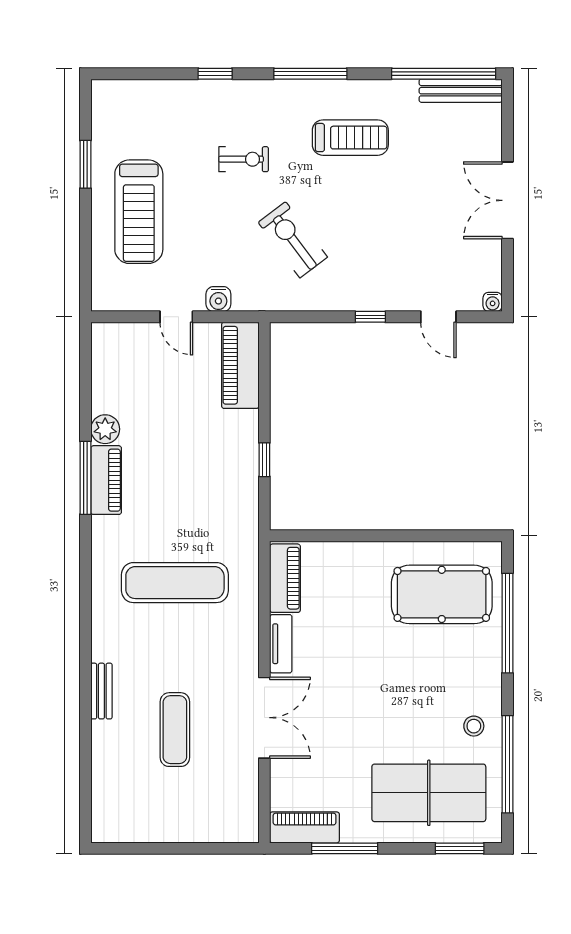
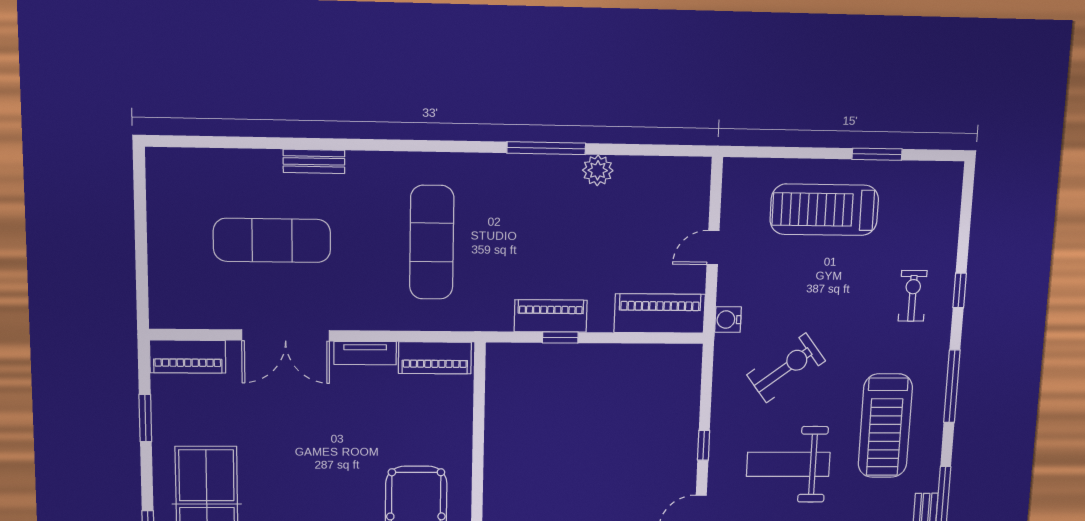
treadmill: (350, 138) -> (885, 426), width x1.37, depth x1.38
exercise bike: (244, 159) -> (913, 296), moved, turned 180
weight bench: (390, 232) -> (788, 464), added
water cooler: (218, 299) -> (728, 320), moved
piano: (106, 480) -> (551, 316), moved, turned 180
exercise mat: (175, 730) -> (272, 240), width x1.36, depth x1.45
piano: (305, 827) -> (188, 357), moved, turned 90
window: (345, 848) -> (145, 418), width x0.69

